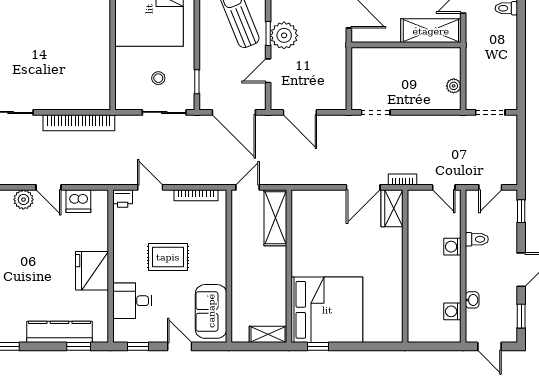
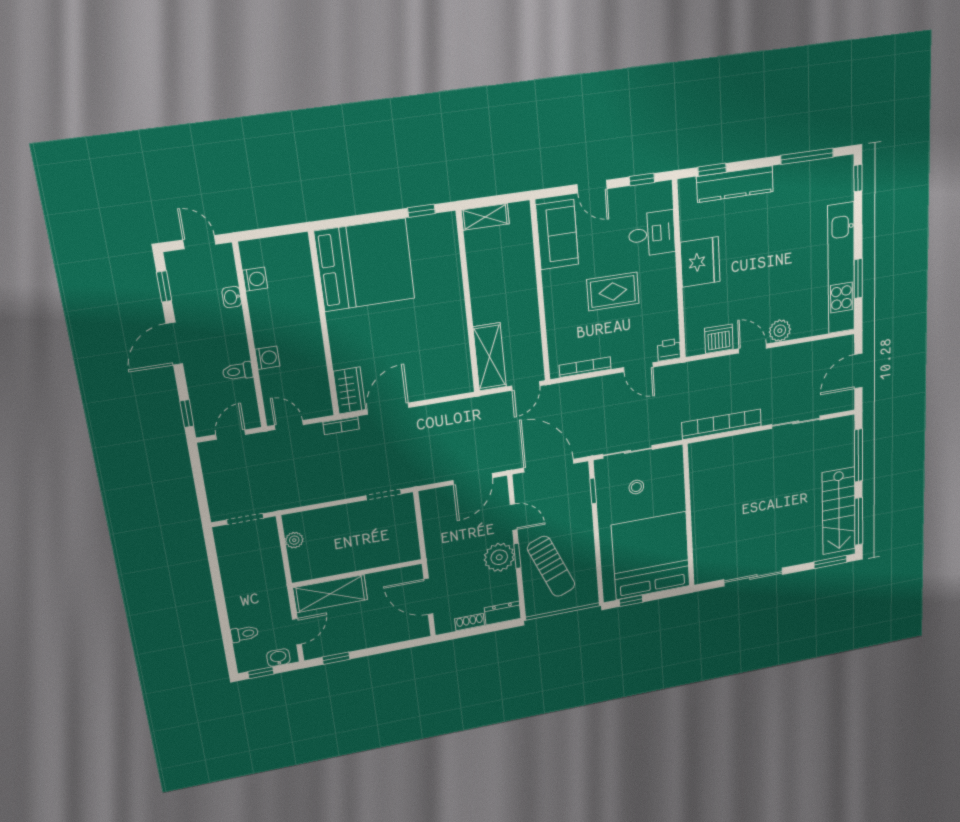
door: (268, 71) -> (514, 517), hinge flipped
door: (300, 112) -> (473, 479), swing flipped
bed: (327, 310) -> (365, 265), moved, turned 180

